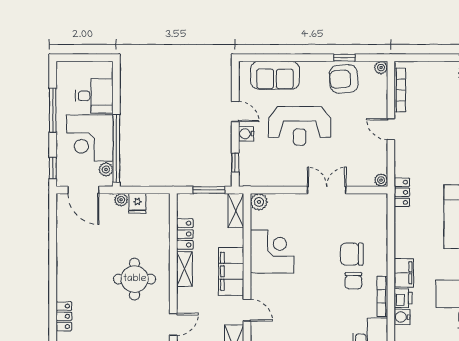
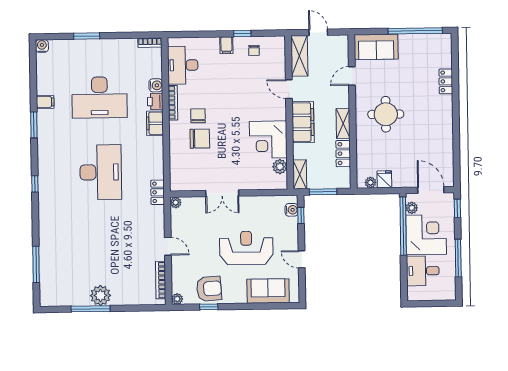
water cooler: (246, 134) -> (292, 210), moved
plant: (121, 200) -> (370, 183), moved
plant: (259, 202) -> (280, 167), moved

